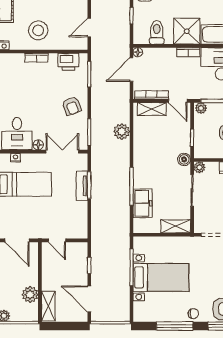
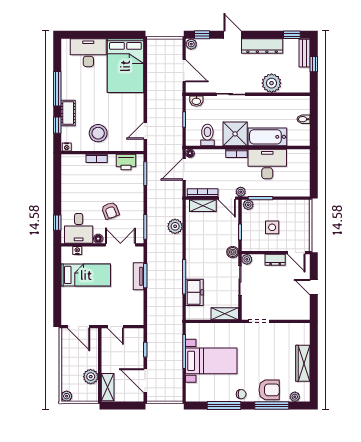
plant: (193, 94) -> (241, 192), added
armchair: (72, 106) -> (110, 211), moved

